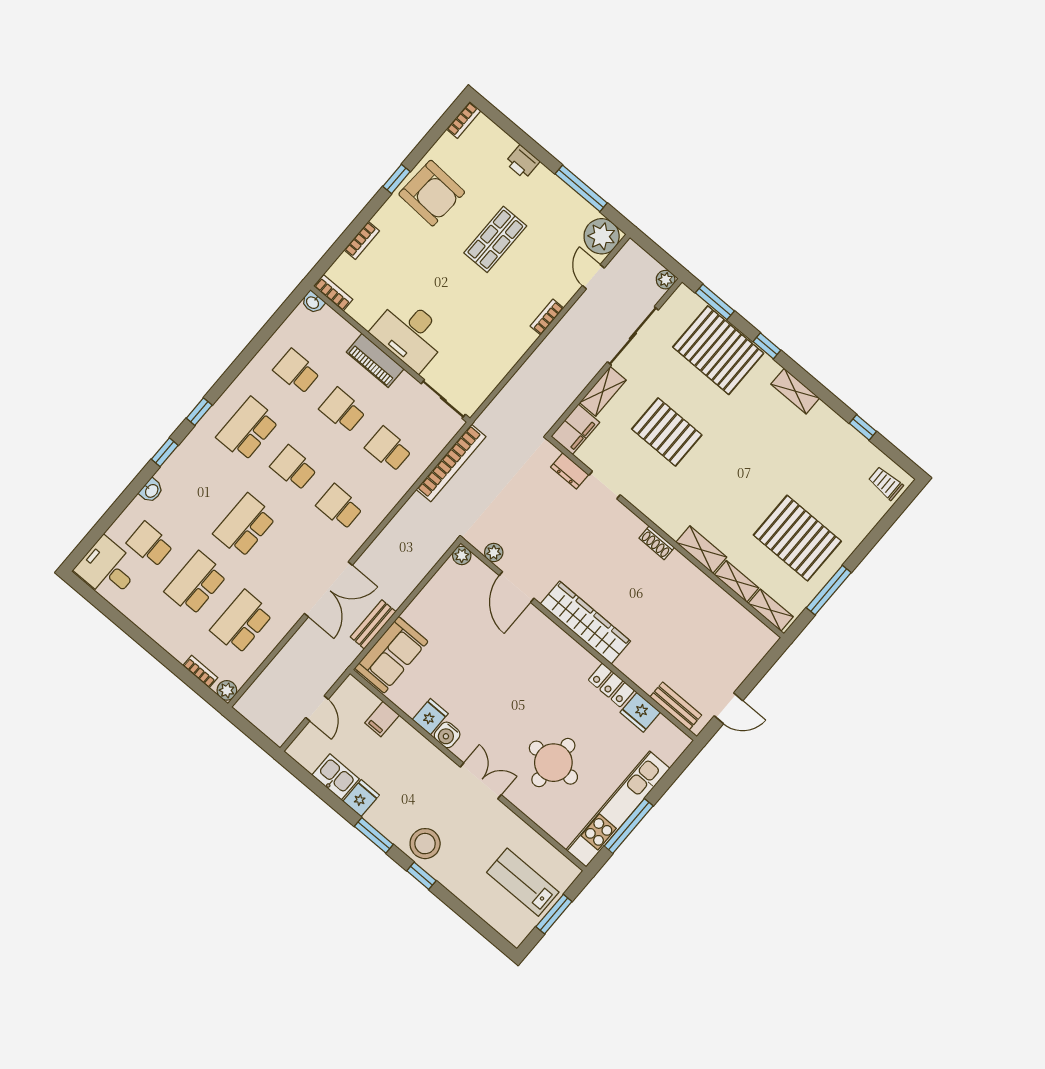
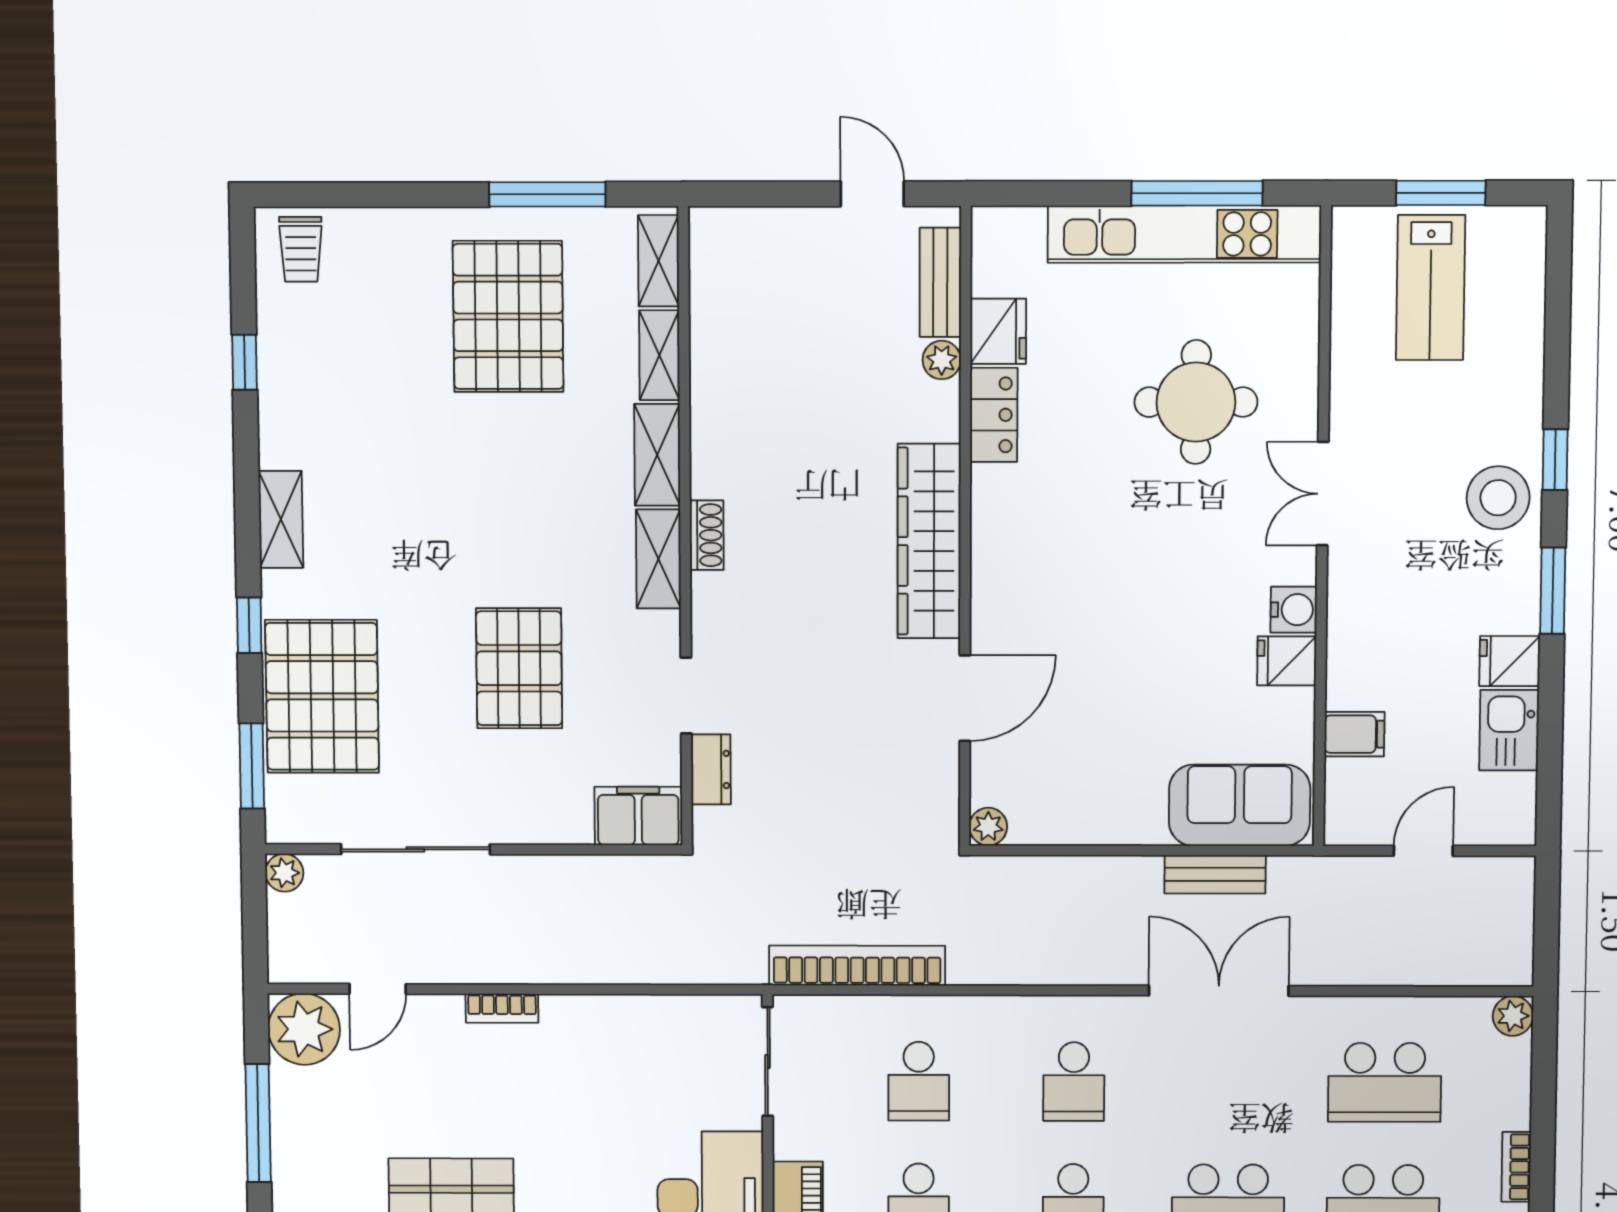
shelving: (603, 391) -> (658, 559), moved, turned 90
plant: (494, 553) -> (942, 360), moved
bookcase: (200, 672) -> (1516, 1167), moved

